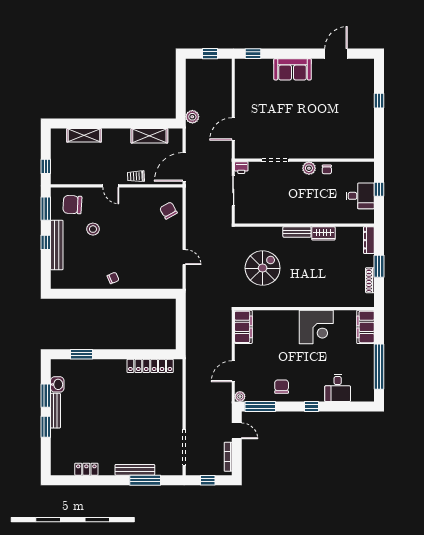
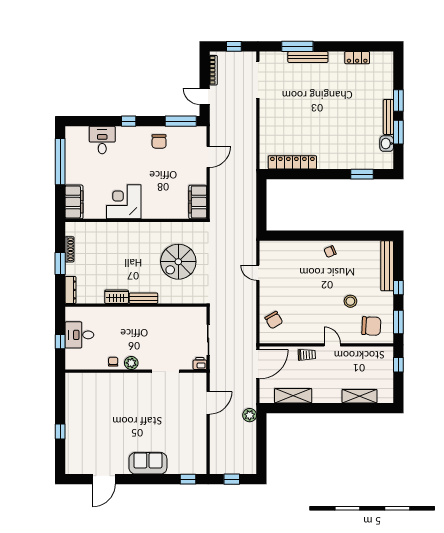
bench: (57, 245) -> (387, 266), moved
plant: (240, 396) -> (201, 131), removed

